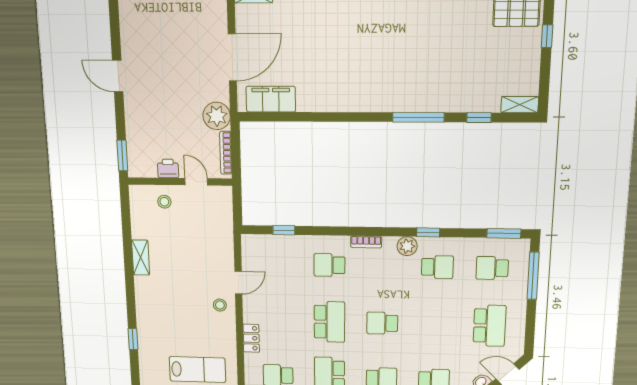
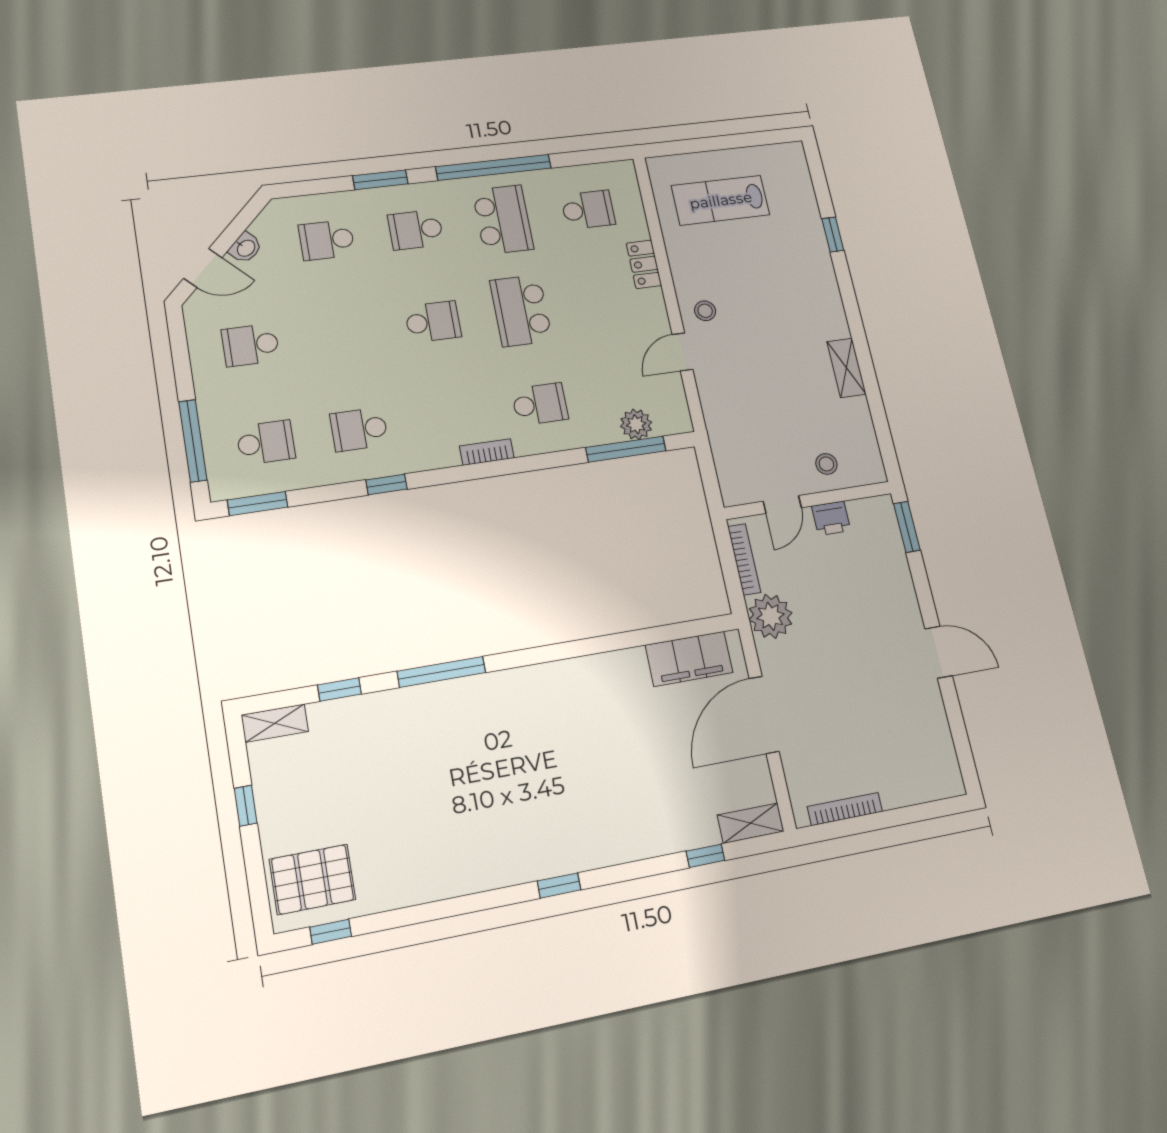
window: (547, 36) -> (246, 806), moved
door: (196, 182) -> (782, 505), hinge flipped
window: (284, 230) -> (626, 449), width x2.17
plant: (407, 246) -> (636, 424), moved
school desk: (490, 326) -> (251, 345), width x0.54

